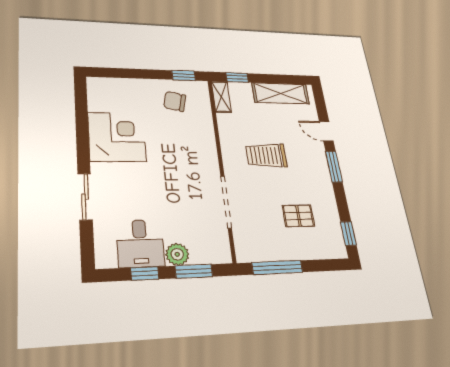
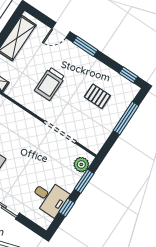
pallet: (298, 216) -> (97, 96), turned 90
plant: (177, 254) -> (81, 164), moved
window: (277, 267) -> (126, 118), moved

